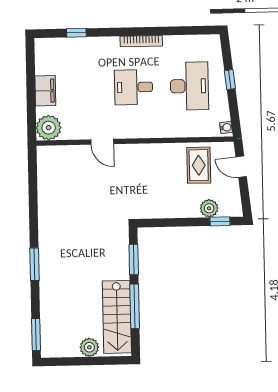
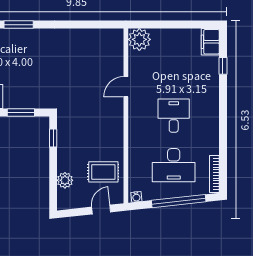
bookcase: (141, 41) -> (214, 174), moved
window: (230, 80) -> (179, 201), width x3.17
filing cabinet: (45, 91) -> (210, 42), moved, turned 90
window: (220, 221) -> (53, 138), moved

